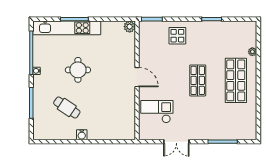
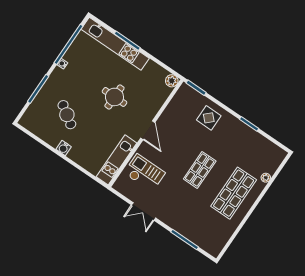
round table: (78, 70) -> (114, 97), moved
kitchen unit: (129, 116) -> (117, 160), added

